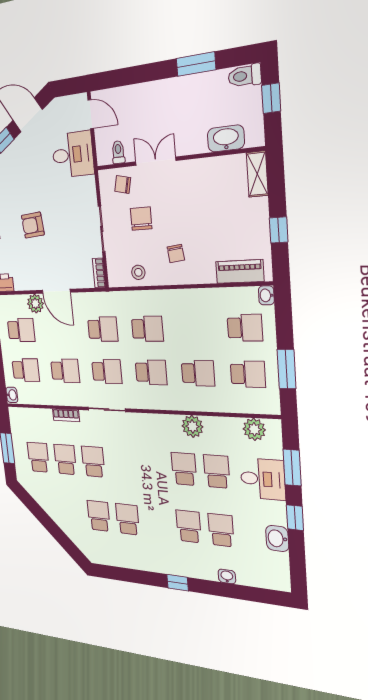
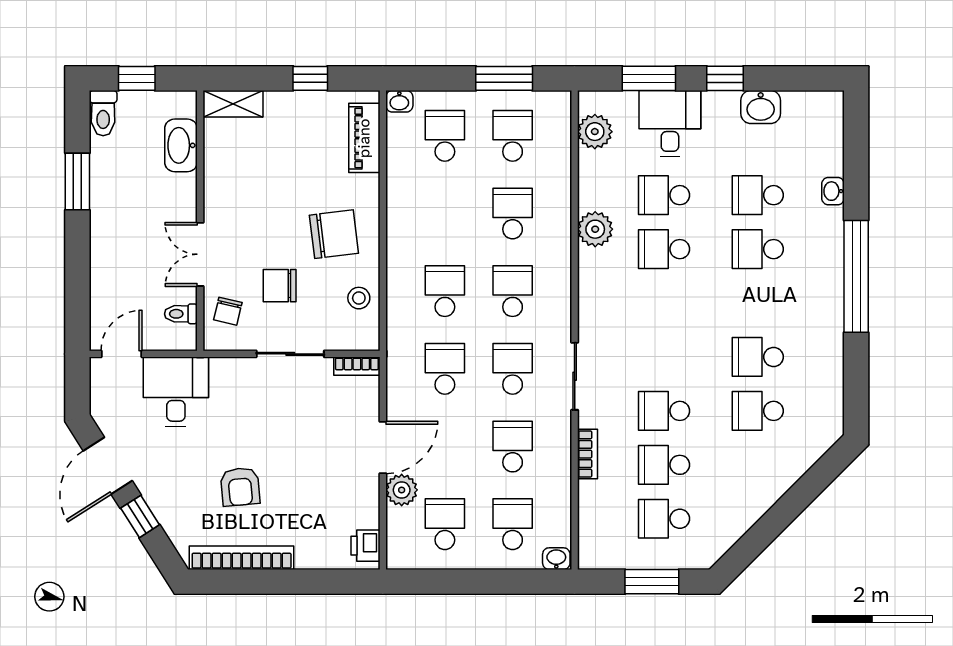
armchair: (33, 225) -> (240, 487), moved
chair: (176, 253) -> (334, 234), width x1.87, depth x1.87
window: (178, 583) -> (856, 276), width x3.17

